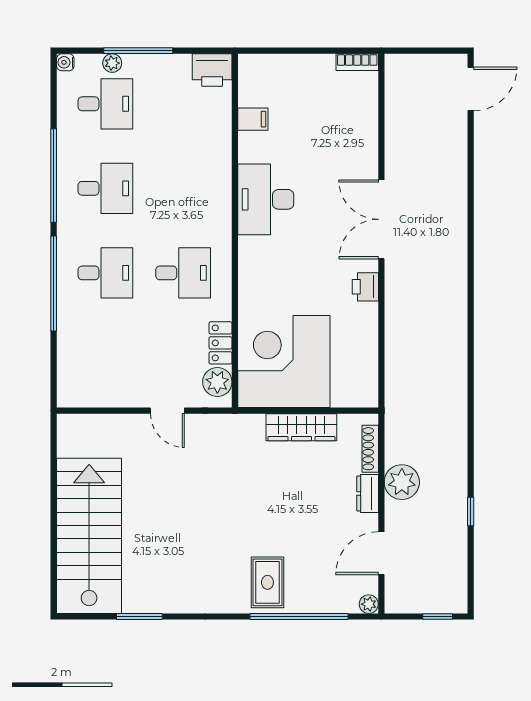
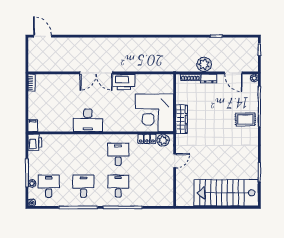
filing cabinet: (253, 119) -> (33, 126), moved
printer: (365, 287) -> (124, 82), width x1.87, depth x1.48
wardrobe: (301, 427) -> (182, 119), moved

